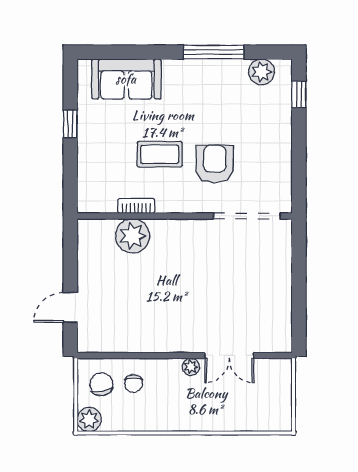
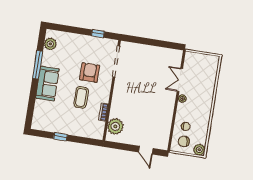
sofa: (126, 79) -> (47, 84), moved
window: (299, 94) -> (98, 34), moved
armchair: (215, 164) -> (90, 73), turned 90
plant: (133, 236) -> (115, 126), moved
double door: (229, 356) -> (180, 80), swing flipped

